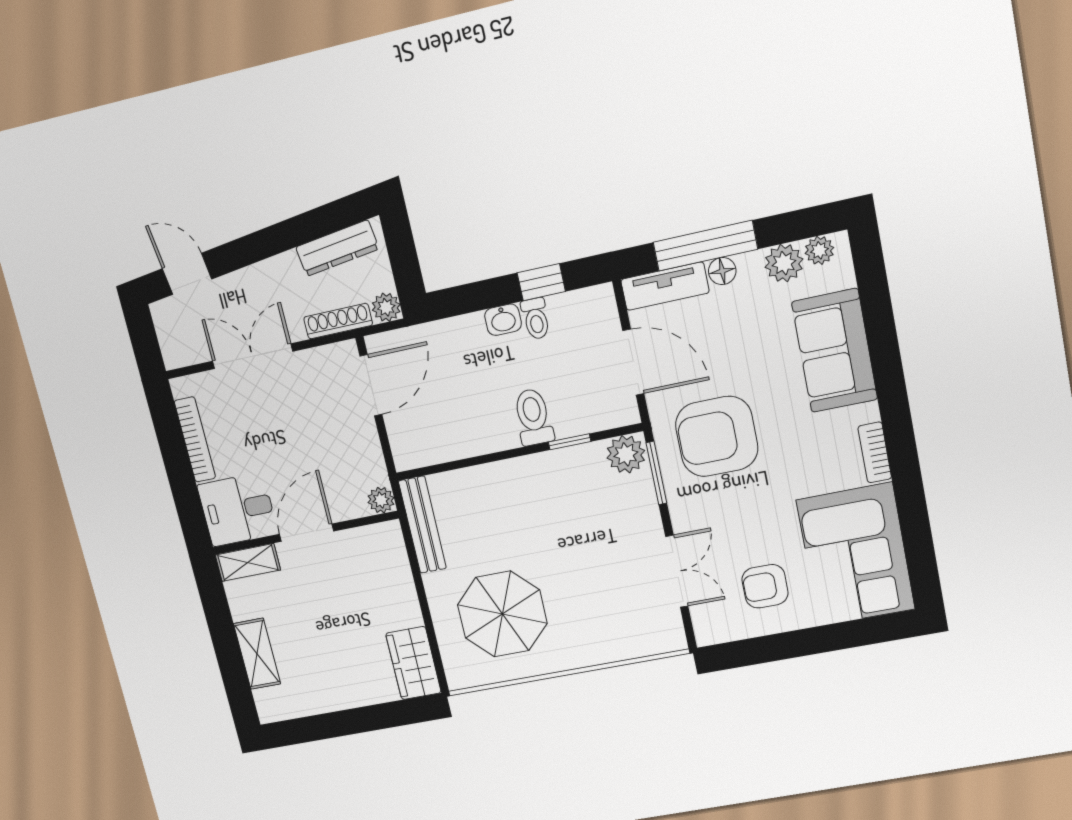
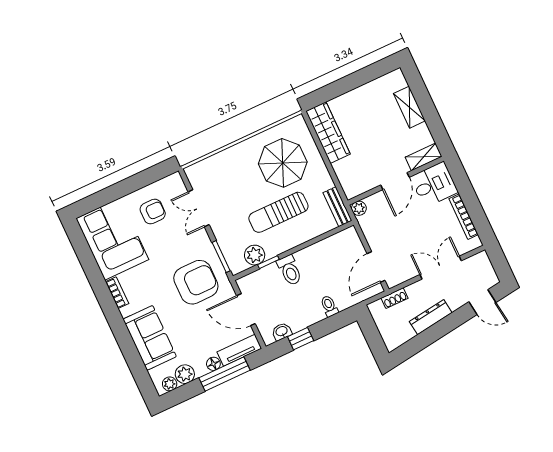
dresser: (337, 248) -> (431, 317), moved
plant: (386, 307) -> (376, 308), removed
toilet: (536, 319) -> (329, 306), moved
washbasin: (503, 320) -> (282, 332), moved
shoe rack: (338, 321) -> (395, 298), width x0.70
double door: (252, 356) -> (441, 268), swing flipped
plant: (626, 454) -> (255, 255), moved
bench: (422, 525) -> (337, 207), width x0.73
sun lounger: (530, 528) -> (278, 212), added
wardrobe: (413, 663) -> (328, 133), width x1.50

